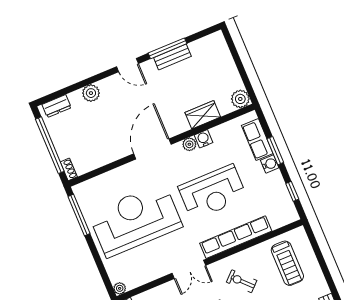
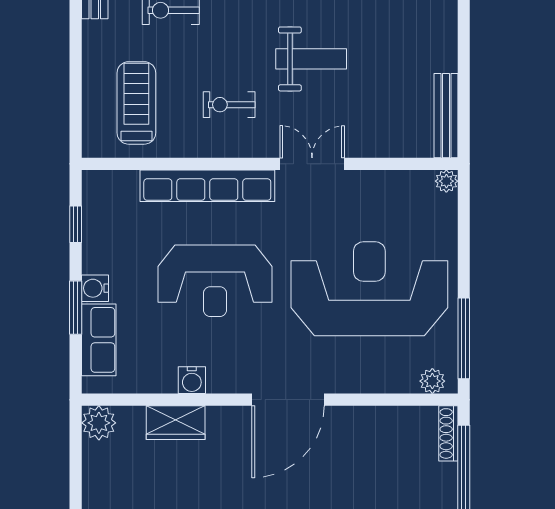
plant: (189, 144) -> (432, 381), moved
shoe rack: (69, 169) -> (448, 433), width x1.43
reception desk: (213, 192) -> (215, 281), turned 180
reception desk: (135, 220) -> (369, 289), turned 180
exercise bike: (242, 281) -> (229, 105), turned 134

